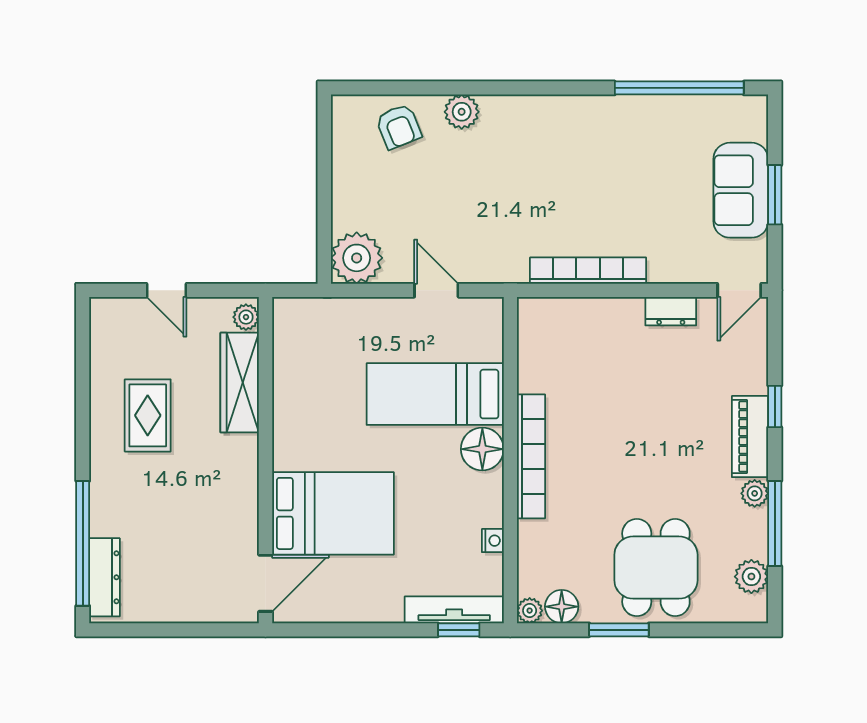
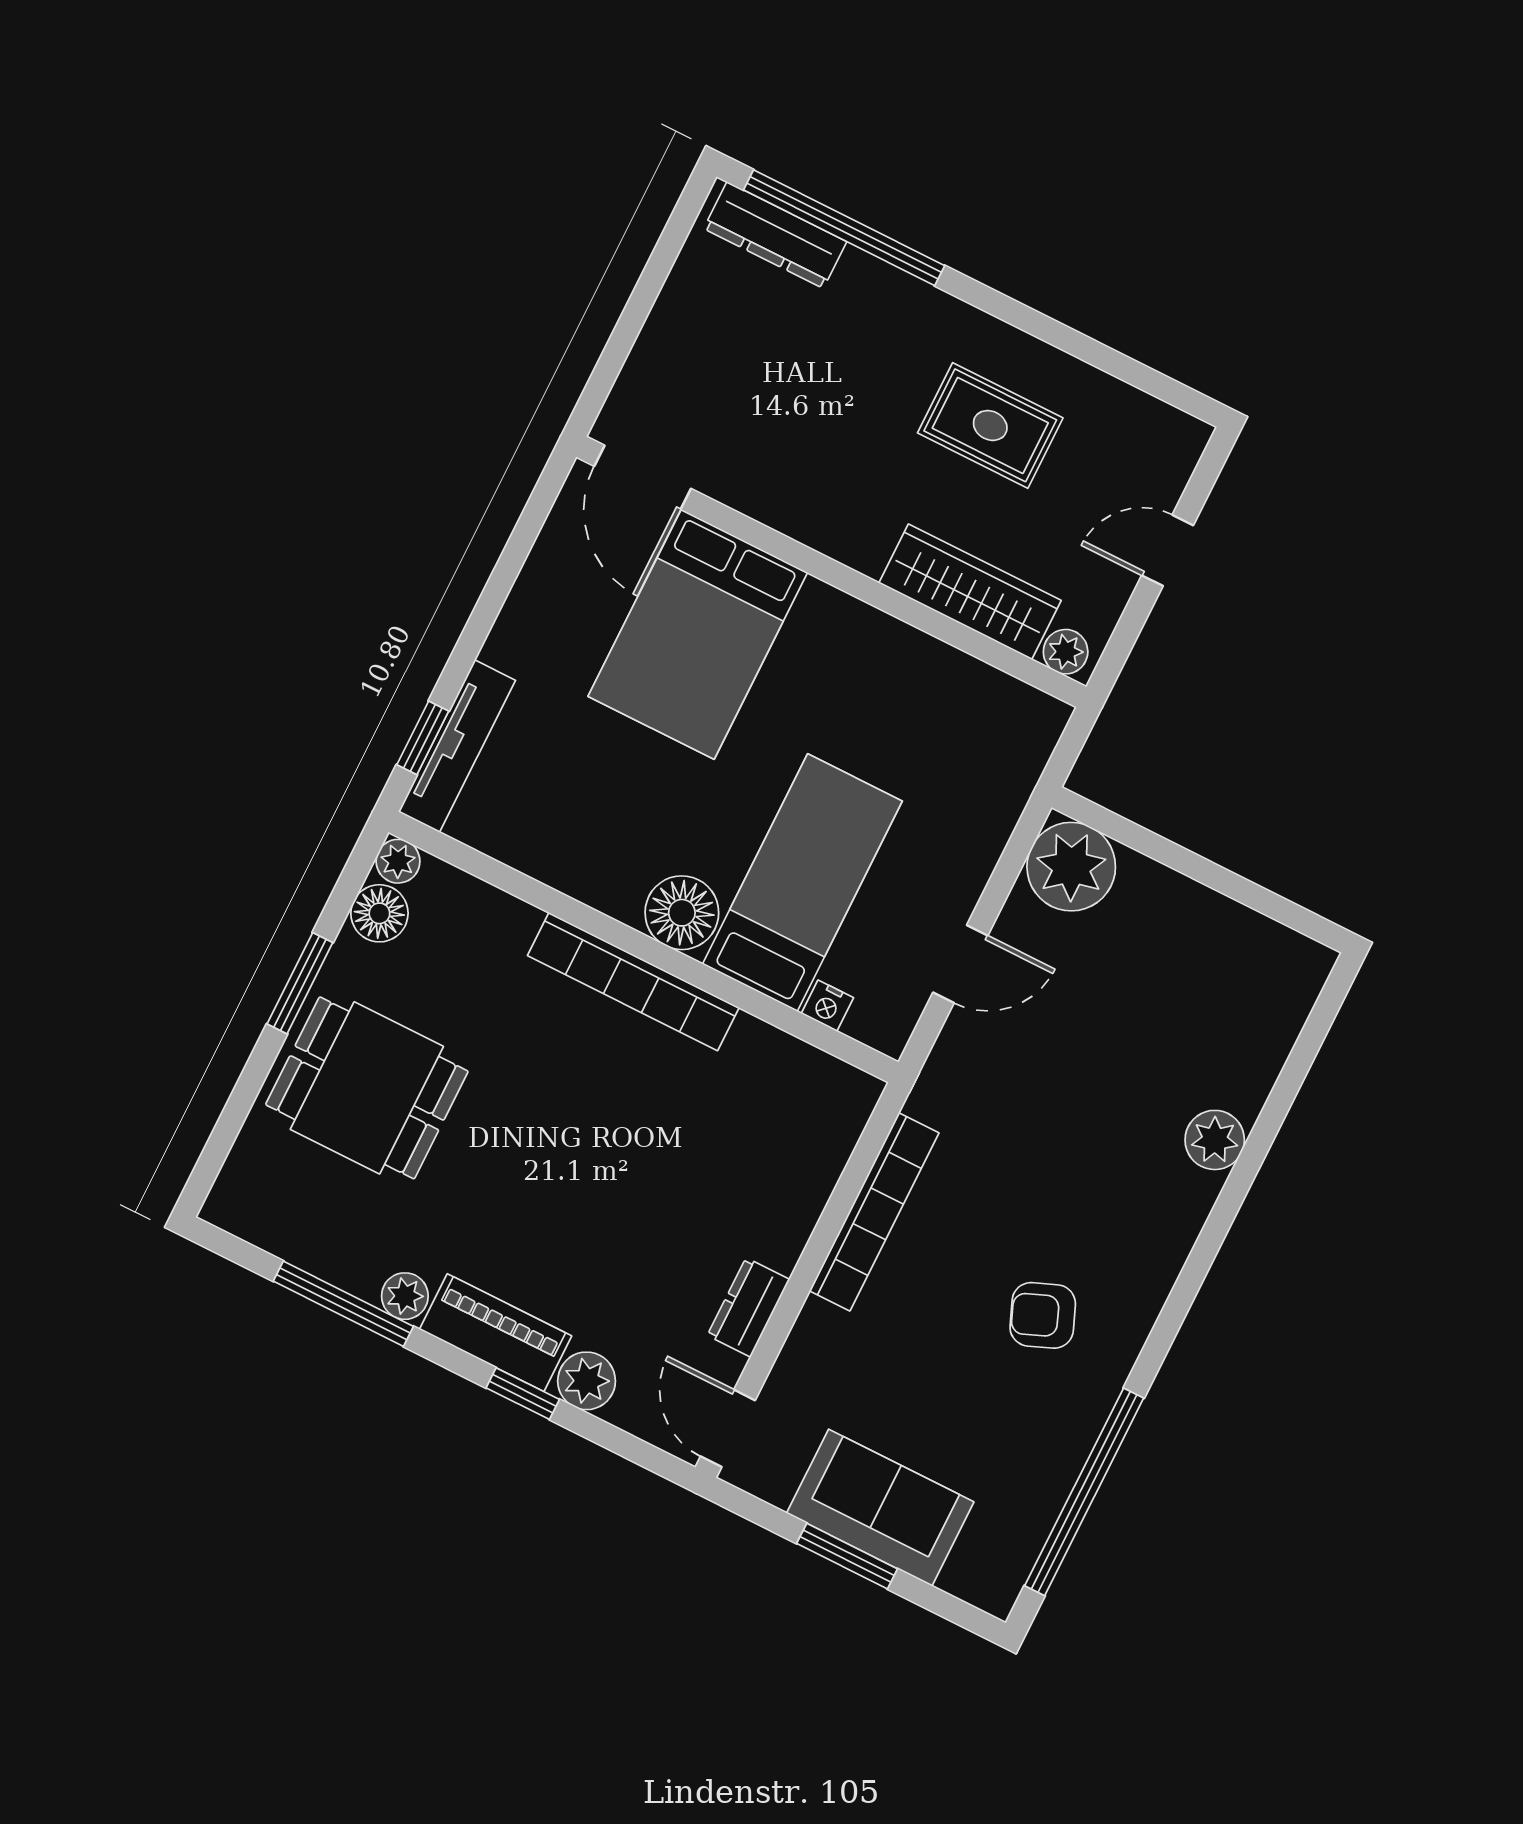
armchair: (399, 127) -> (1043, 1315), moved
nightstand: (493, 541) -> (827, 1006), moved
plant: (751, 577) -> (587, 1381), moved

